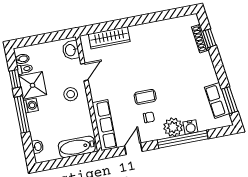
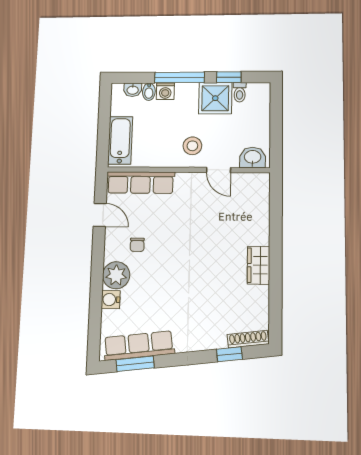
wardrobe: (109, 38) -> (259, 265), moved, width x0.67
shoe rack: (200, 39) -> (248, 339), moved
bidet: (22, 59) -> (149, 92), moved
coffee table: (145, 97) -> (166, 245), removed
row of seats: (217, 100) -> (139, 346), width x1.48
washing machine: (31, 105) -> (165, 91), moved
window: (183, 139) -> (97, 285), removed

